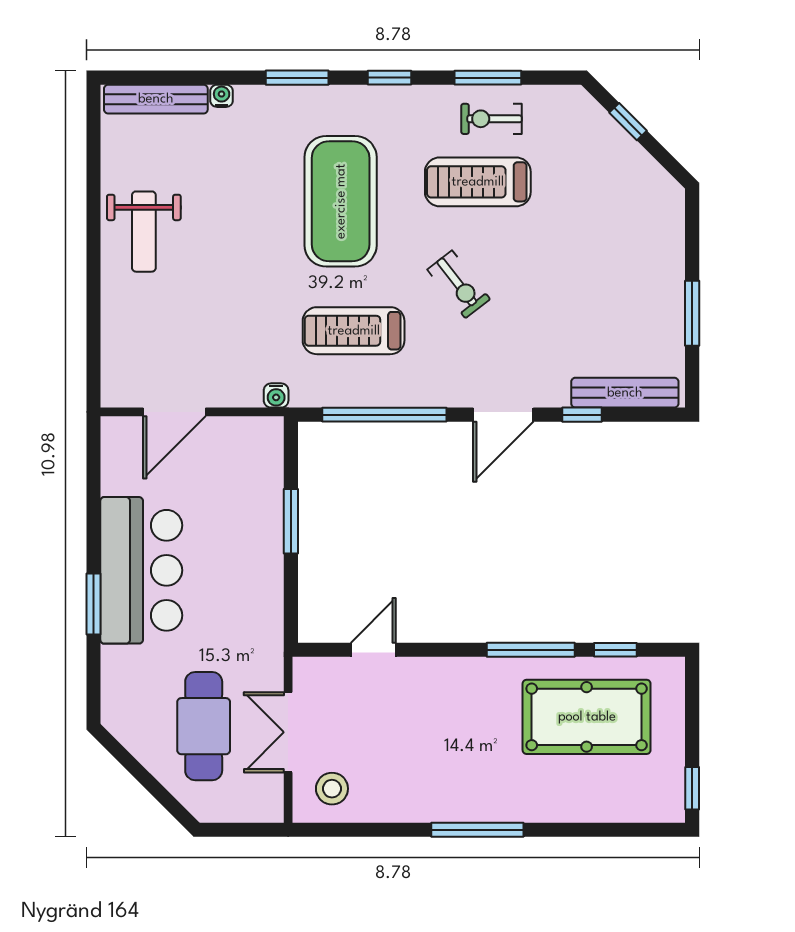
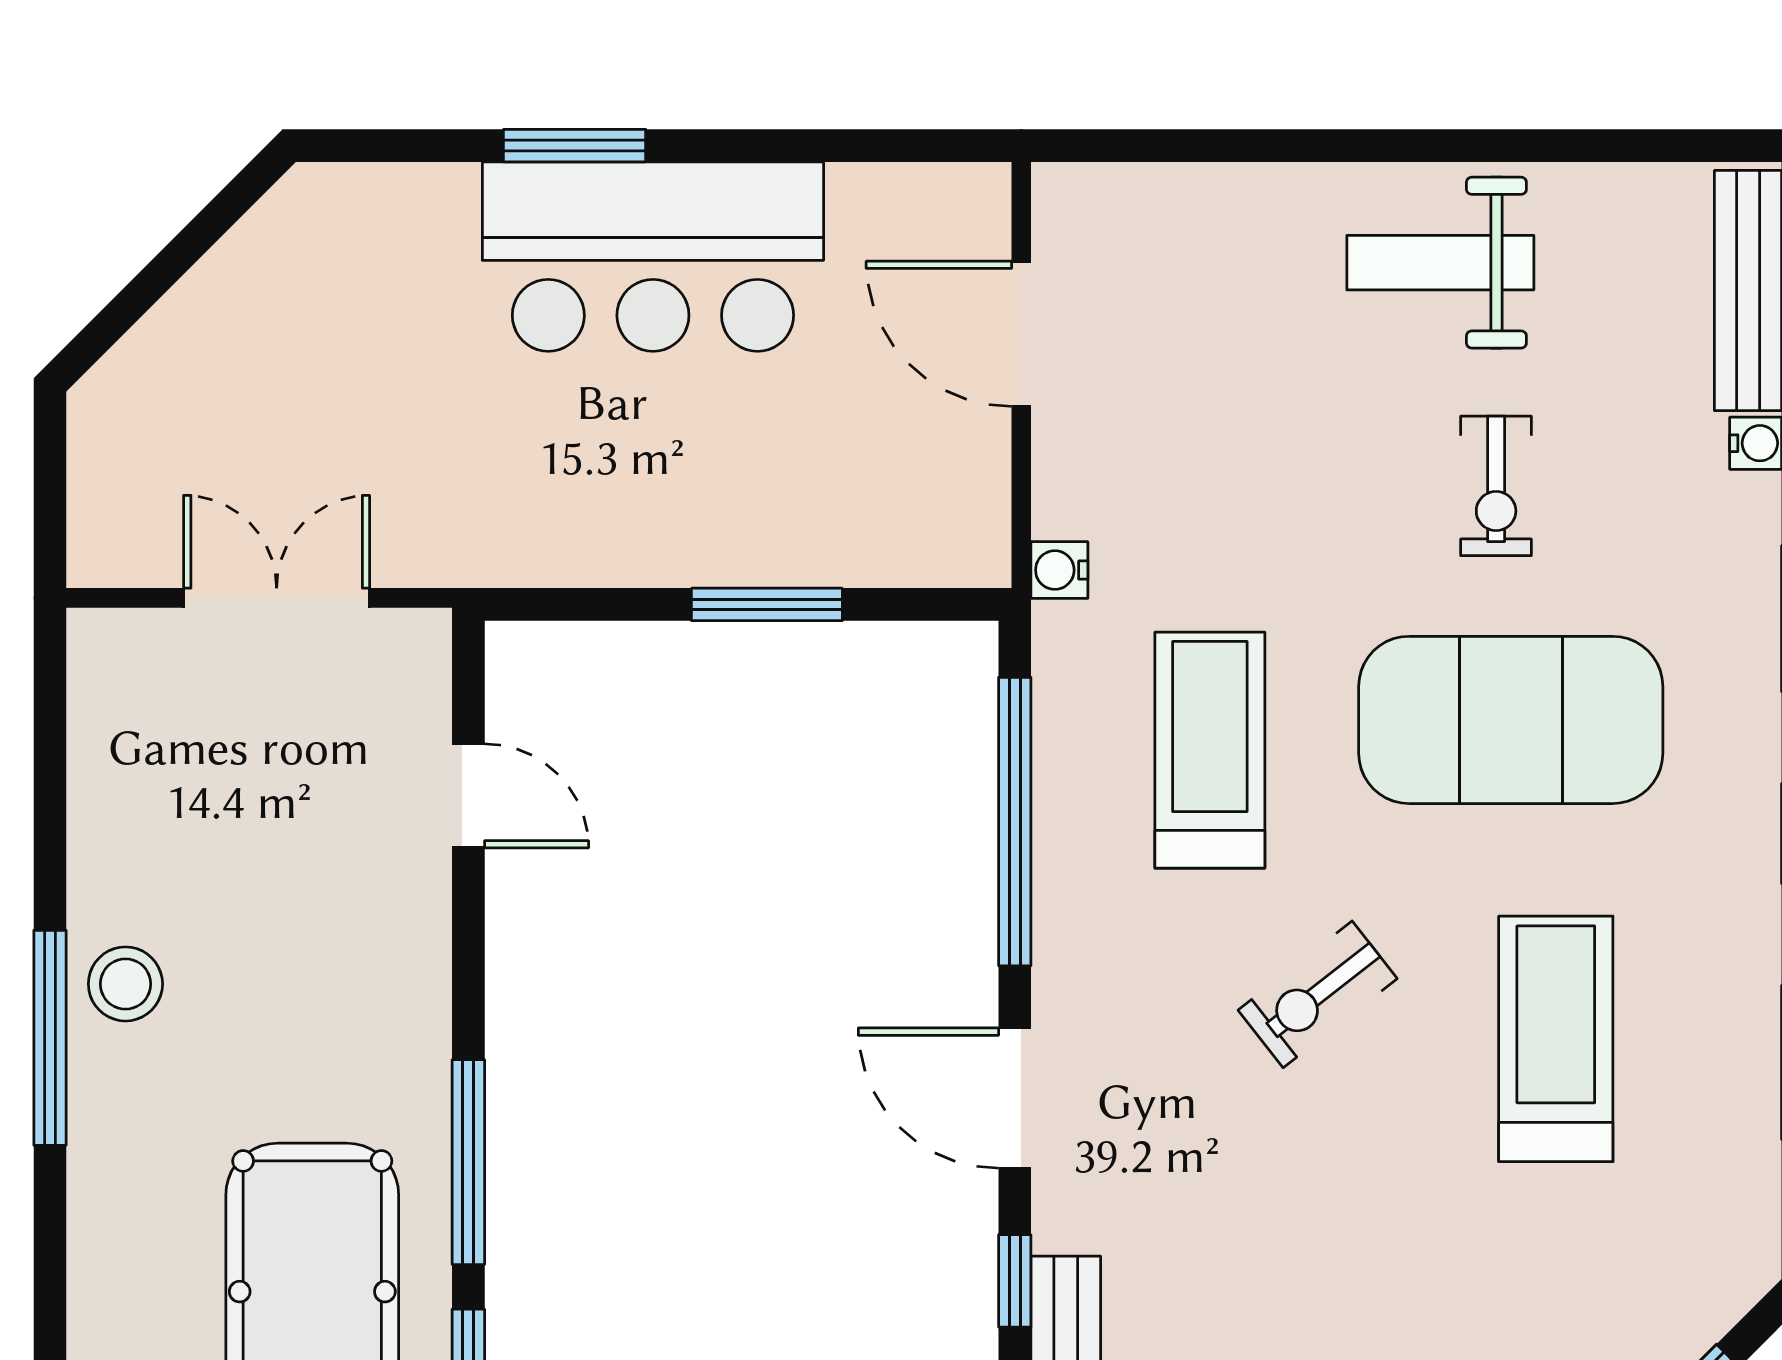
exercise bike: (492, 119) -> (1496, 486), moved, turned 180
cafe table: (204, 726) -> (291, 402), removed
stool: (332, 789) -> (125, 984), moved

